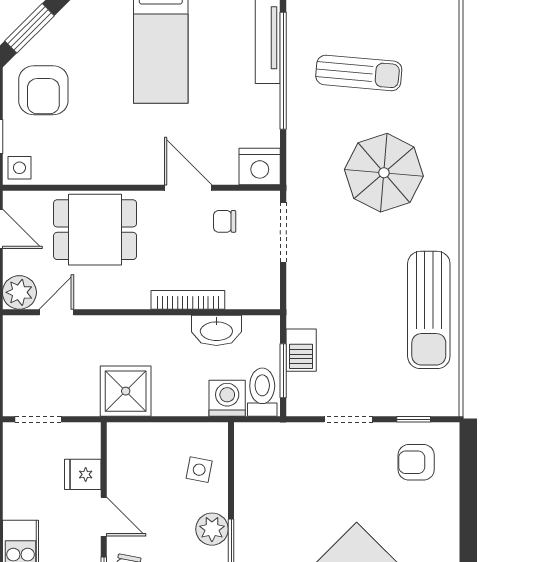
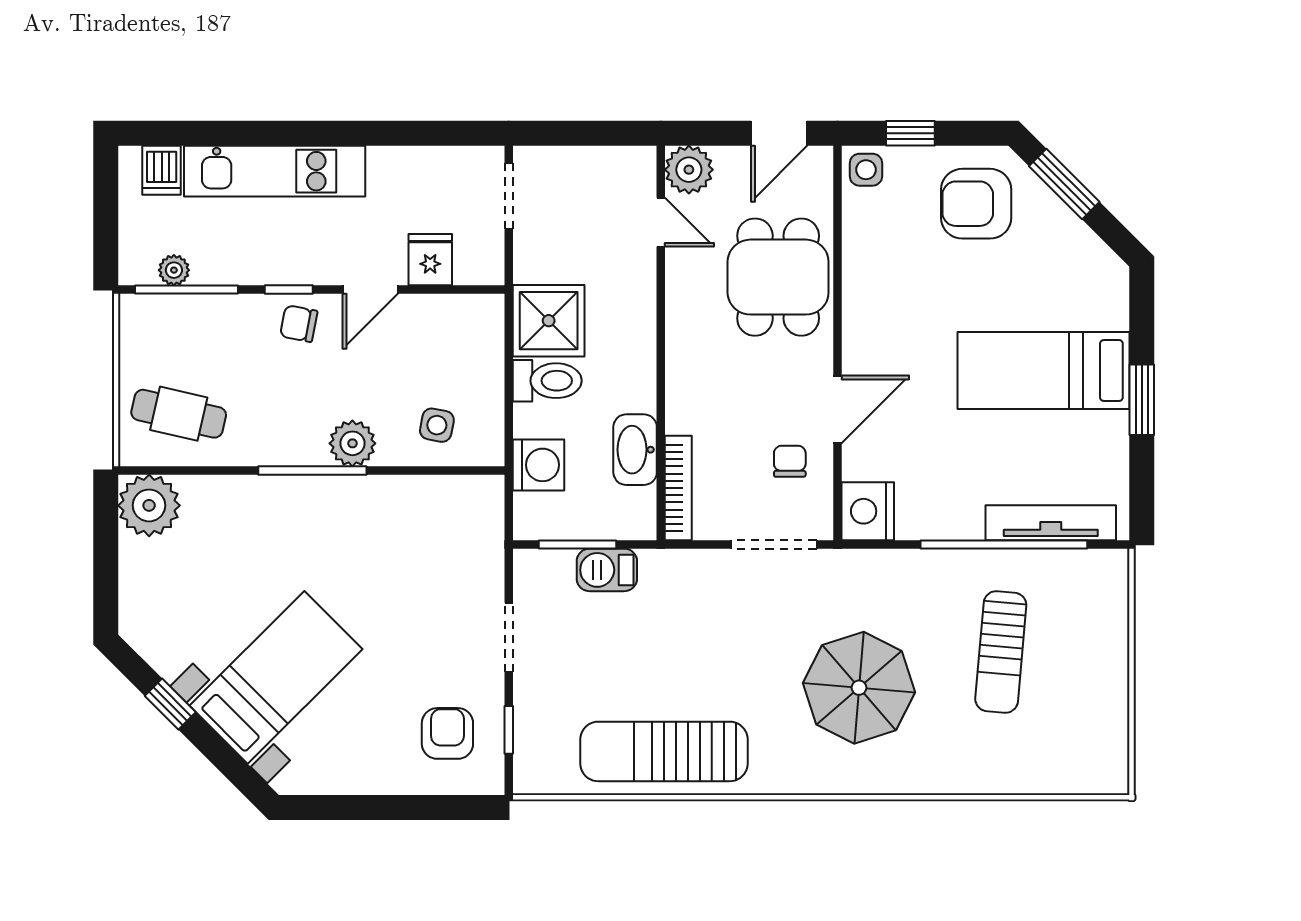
bookcase: (188, 300) -> (678, 488), moved
toilet: (262, 392) -> (547, 381), moved

